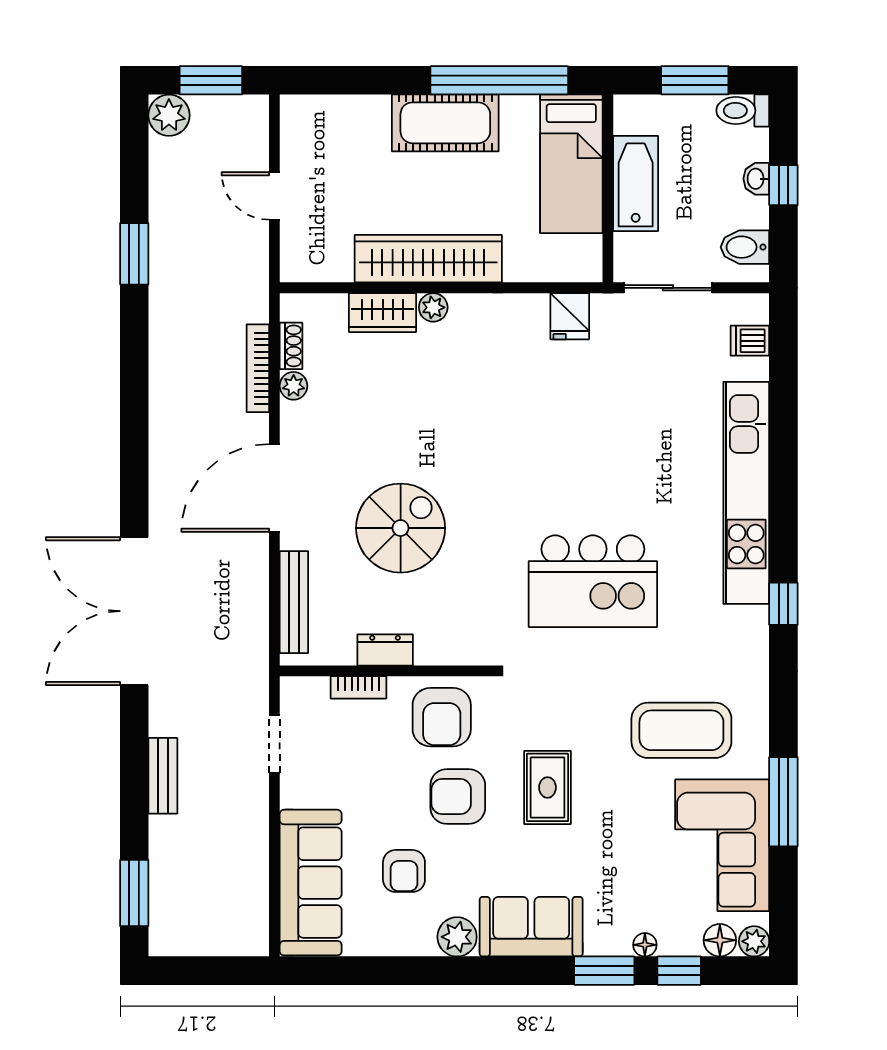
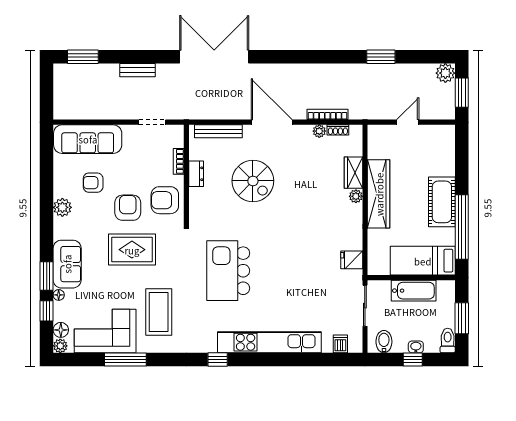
rug: (547, 787) -> (132, 250), width x1.36, depth x1.43
sofa: (531, 927) -> (67, 264), moved

